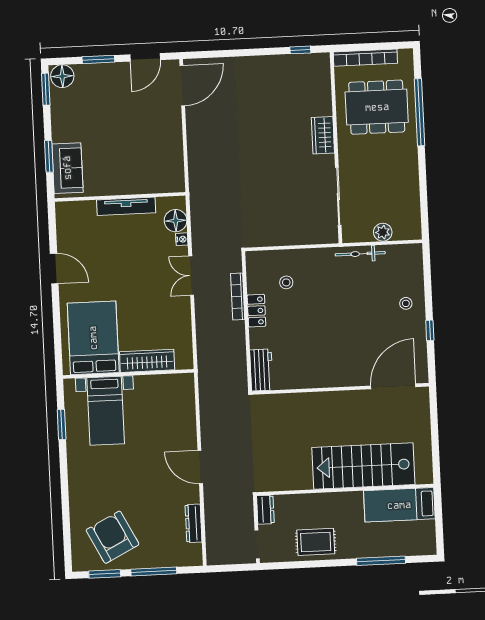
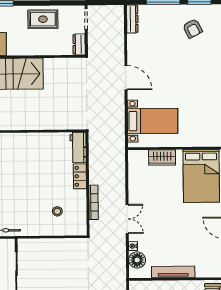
locker: (256, 311) -> (80, 176), moved
wardrobe: (147, 361) -> (162, 157), width x0.67
bed with nightstands: (106, 411) -> (153, 121), moved, turned 90
dresser: (194, 523) -> (132, 19), moved
armchair: (113, 537) -> (193, 28), width x0.53, depth x0.53

